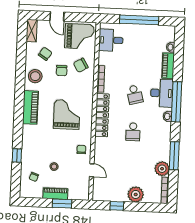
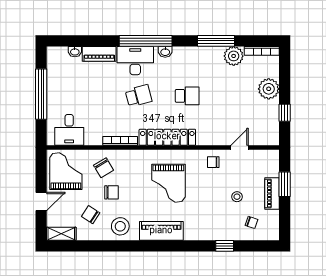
grand piano: (67, 115) -> (168, 183), turned -90

